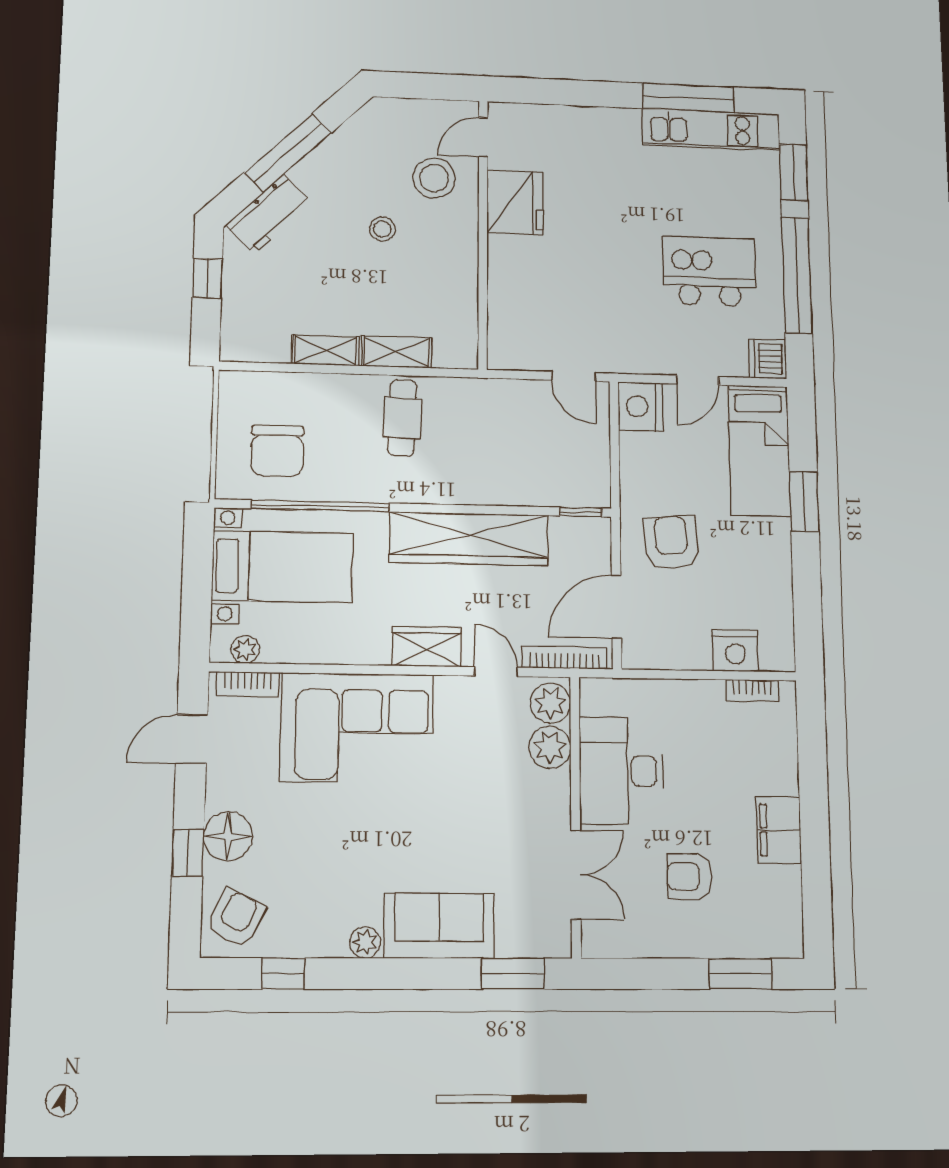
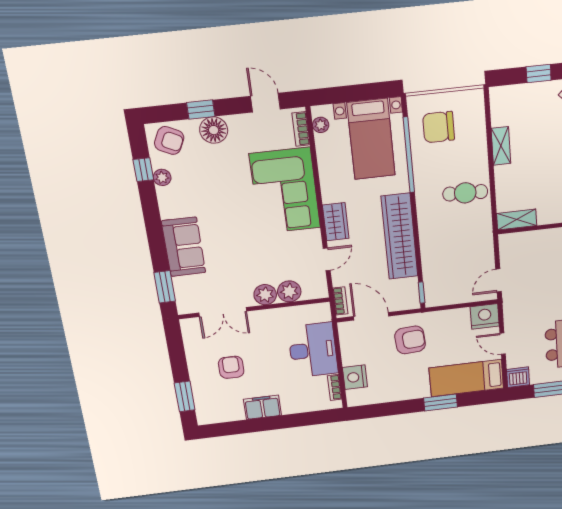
shelving: (397, 352) -> (517, 219), moved, turned 90
bookcase: (564, 658) -> (340, 301), width x0.64
plant: (550, 703) -> (265, 295), moved
desk: (621, 771) -> (313, 350), moved, turned 90
plant: (365, 942) -> (162, 177), moved

